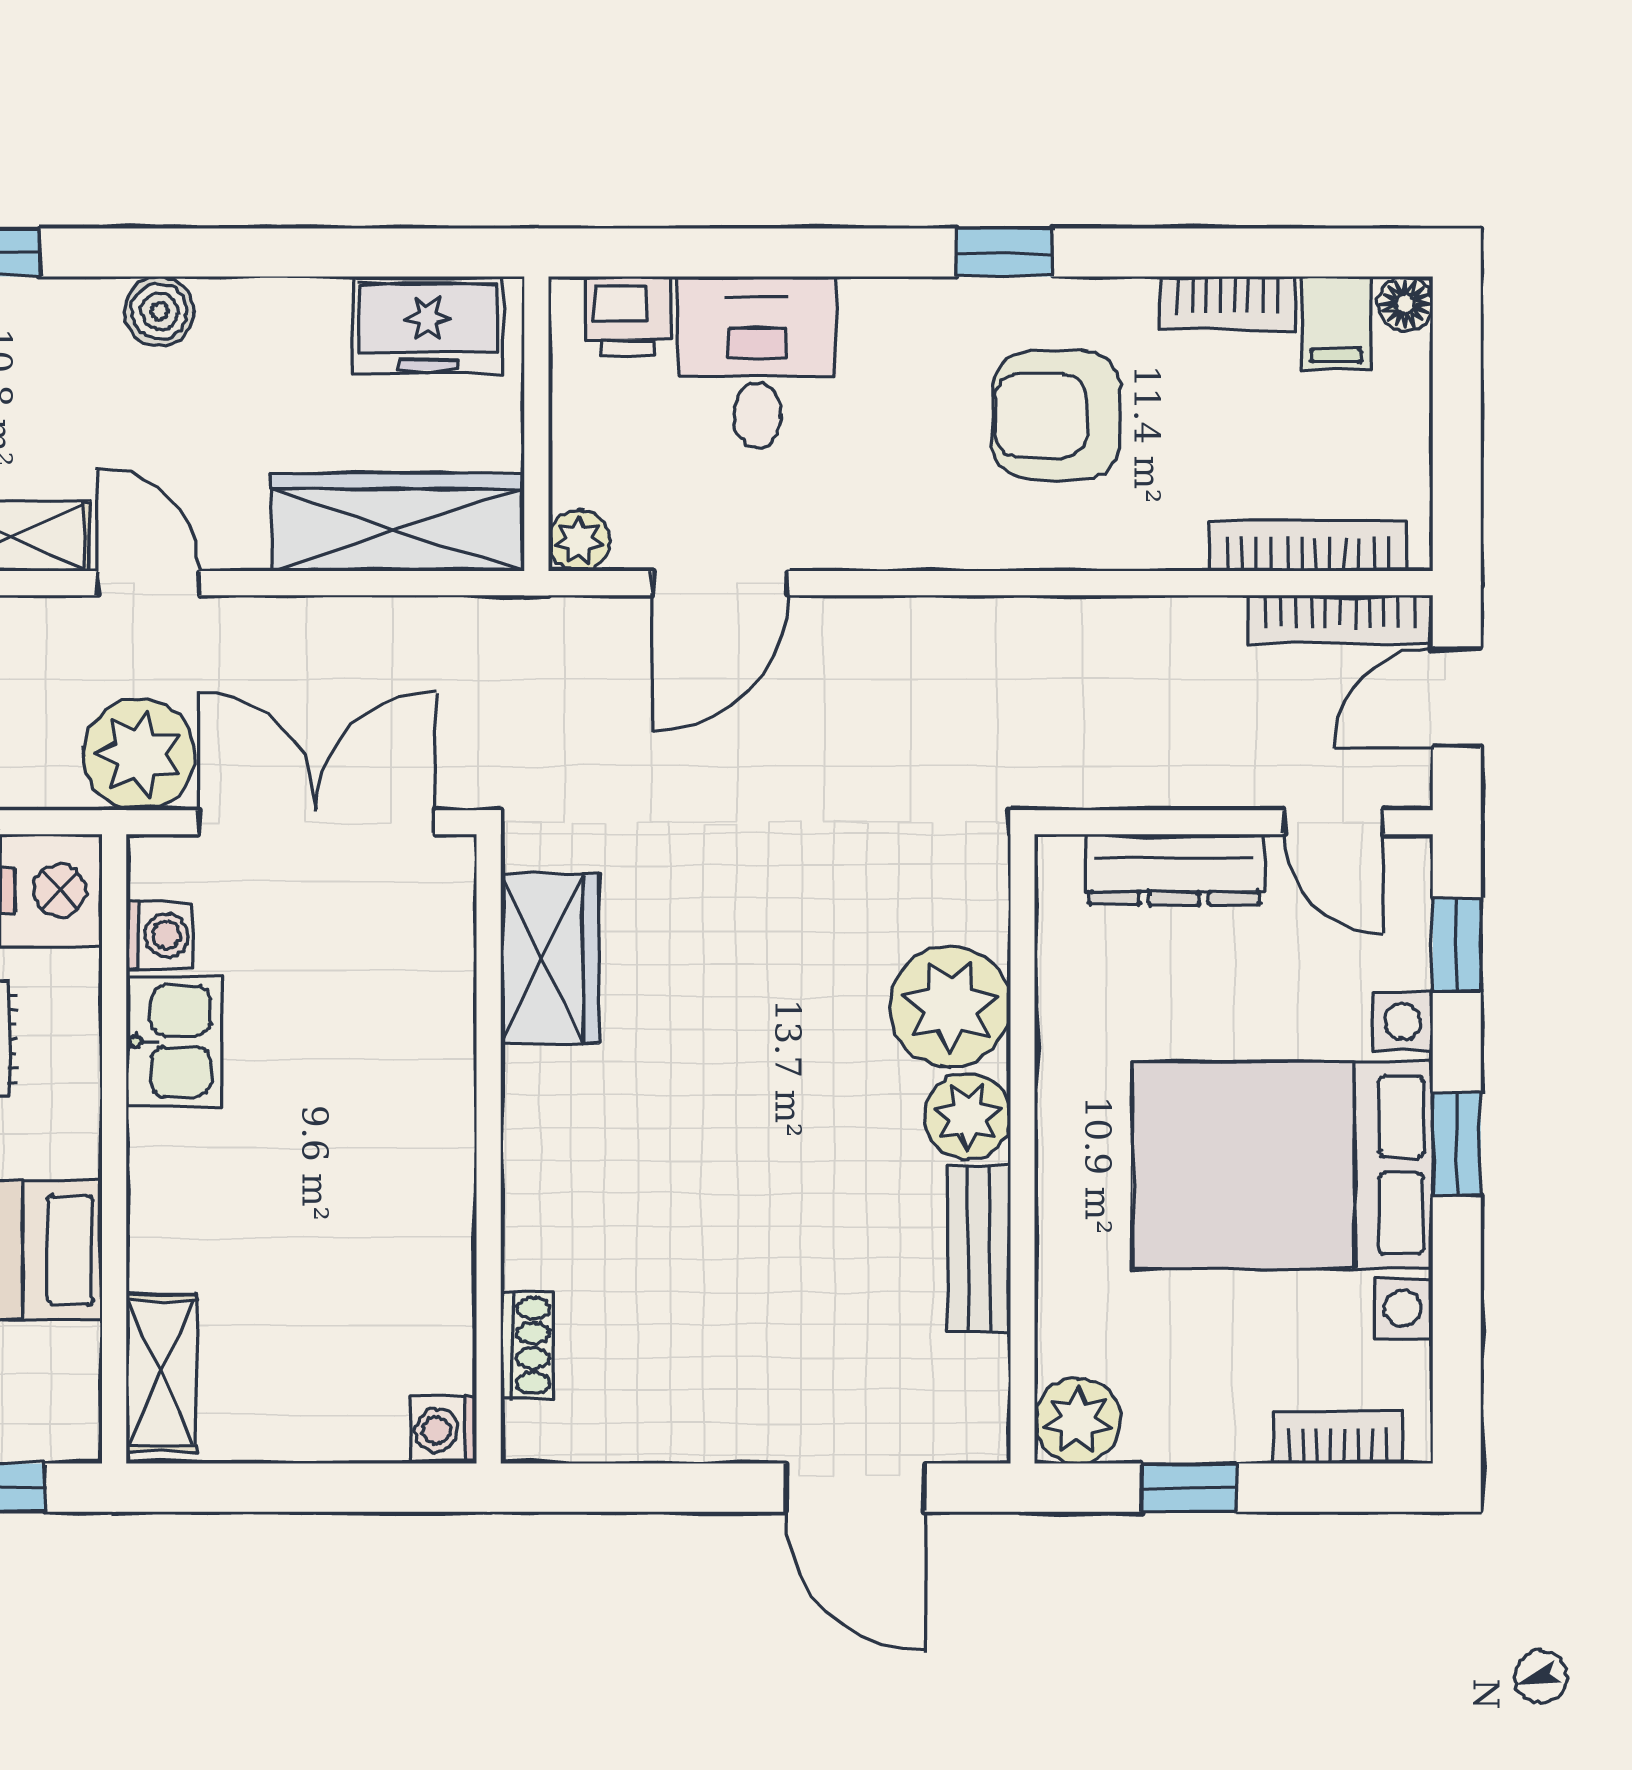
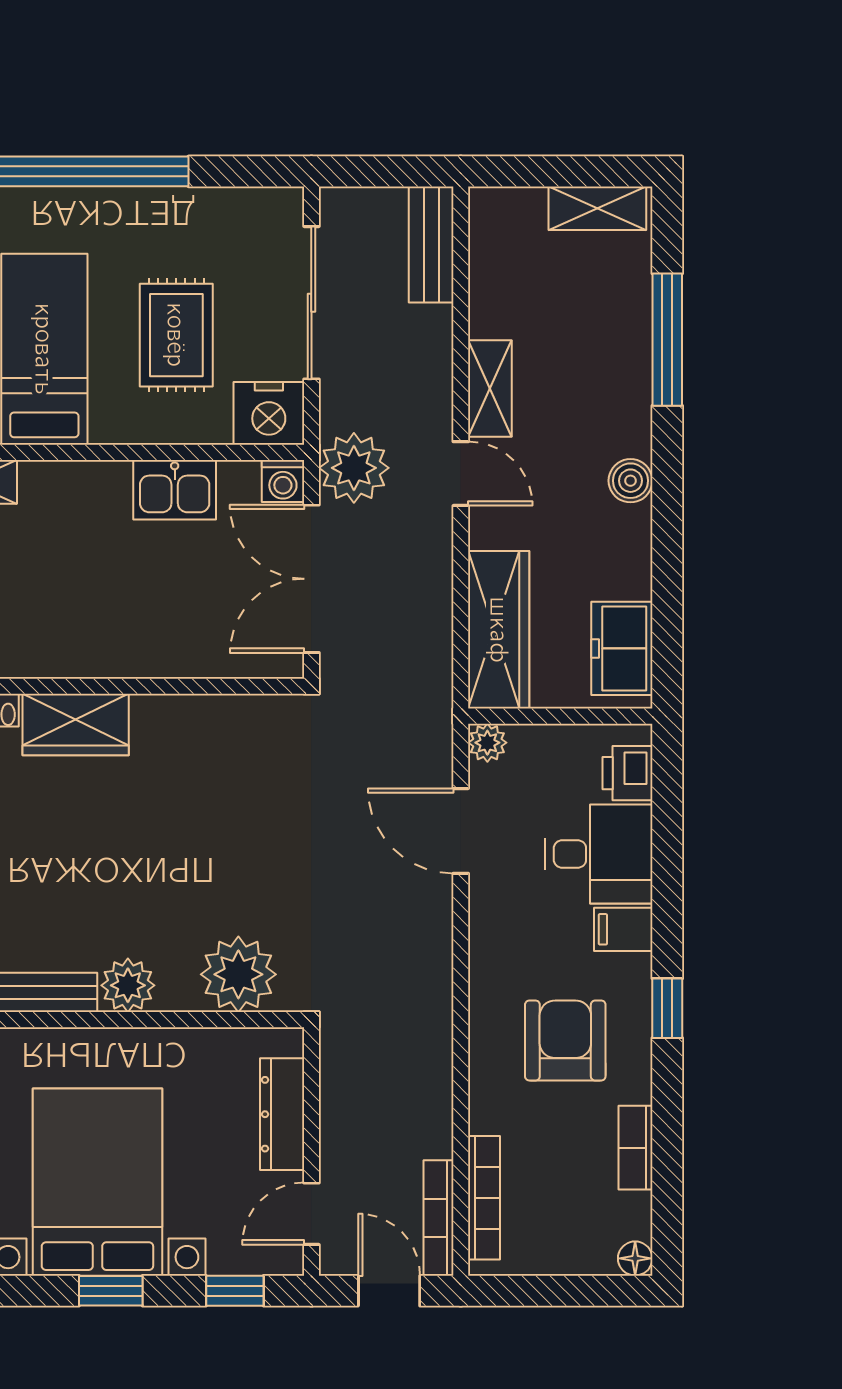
filing cabinet: (1336, 323) -> (623, 929), moved
door: (148, 583) -> (461, 474), hinge flipped
double door: (316, 822) -> (311, 579), swing flipped
washing machine: (160, 935) -> (283, 481), moved
wardrobe: (550, 959) -> (76, 724), moved
plant: (950, 1006) -> (238, 974), moved

